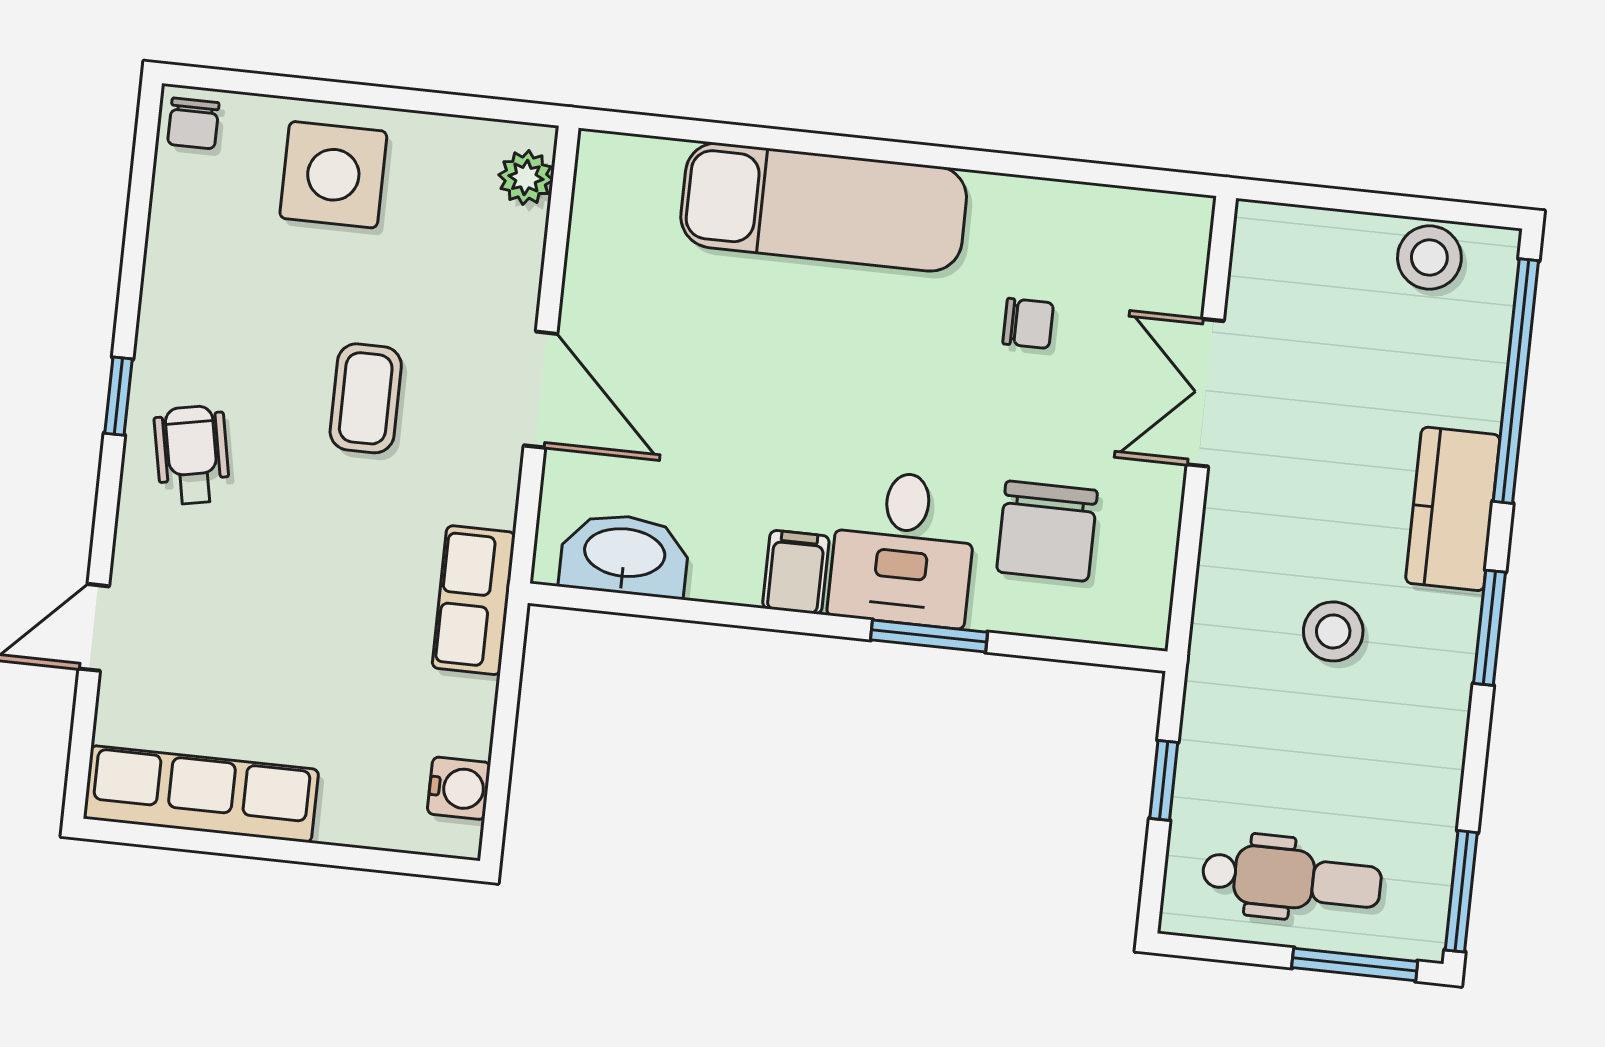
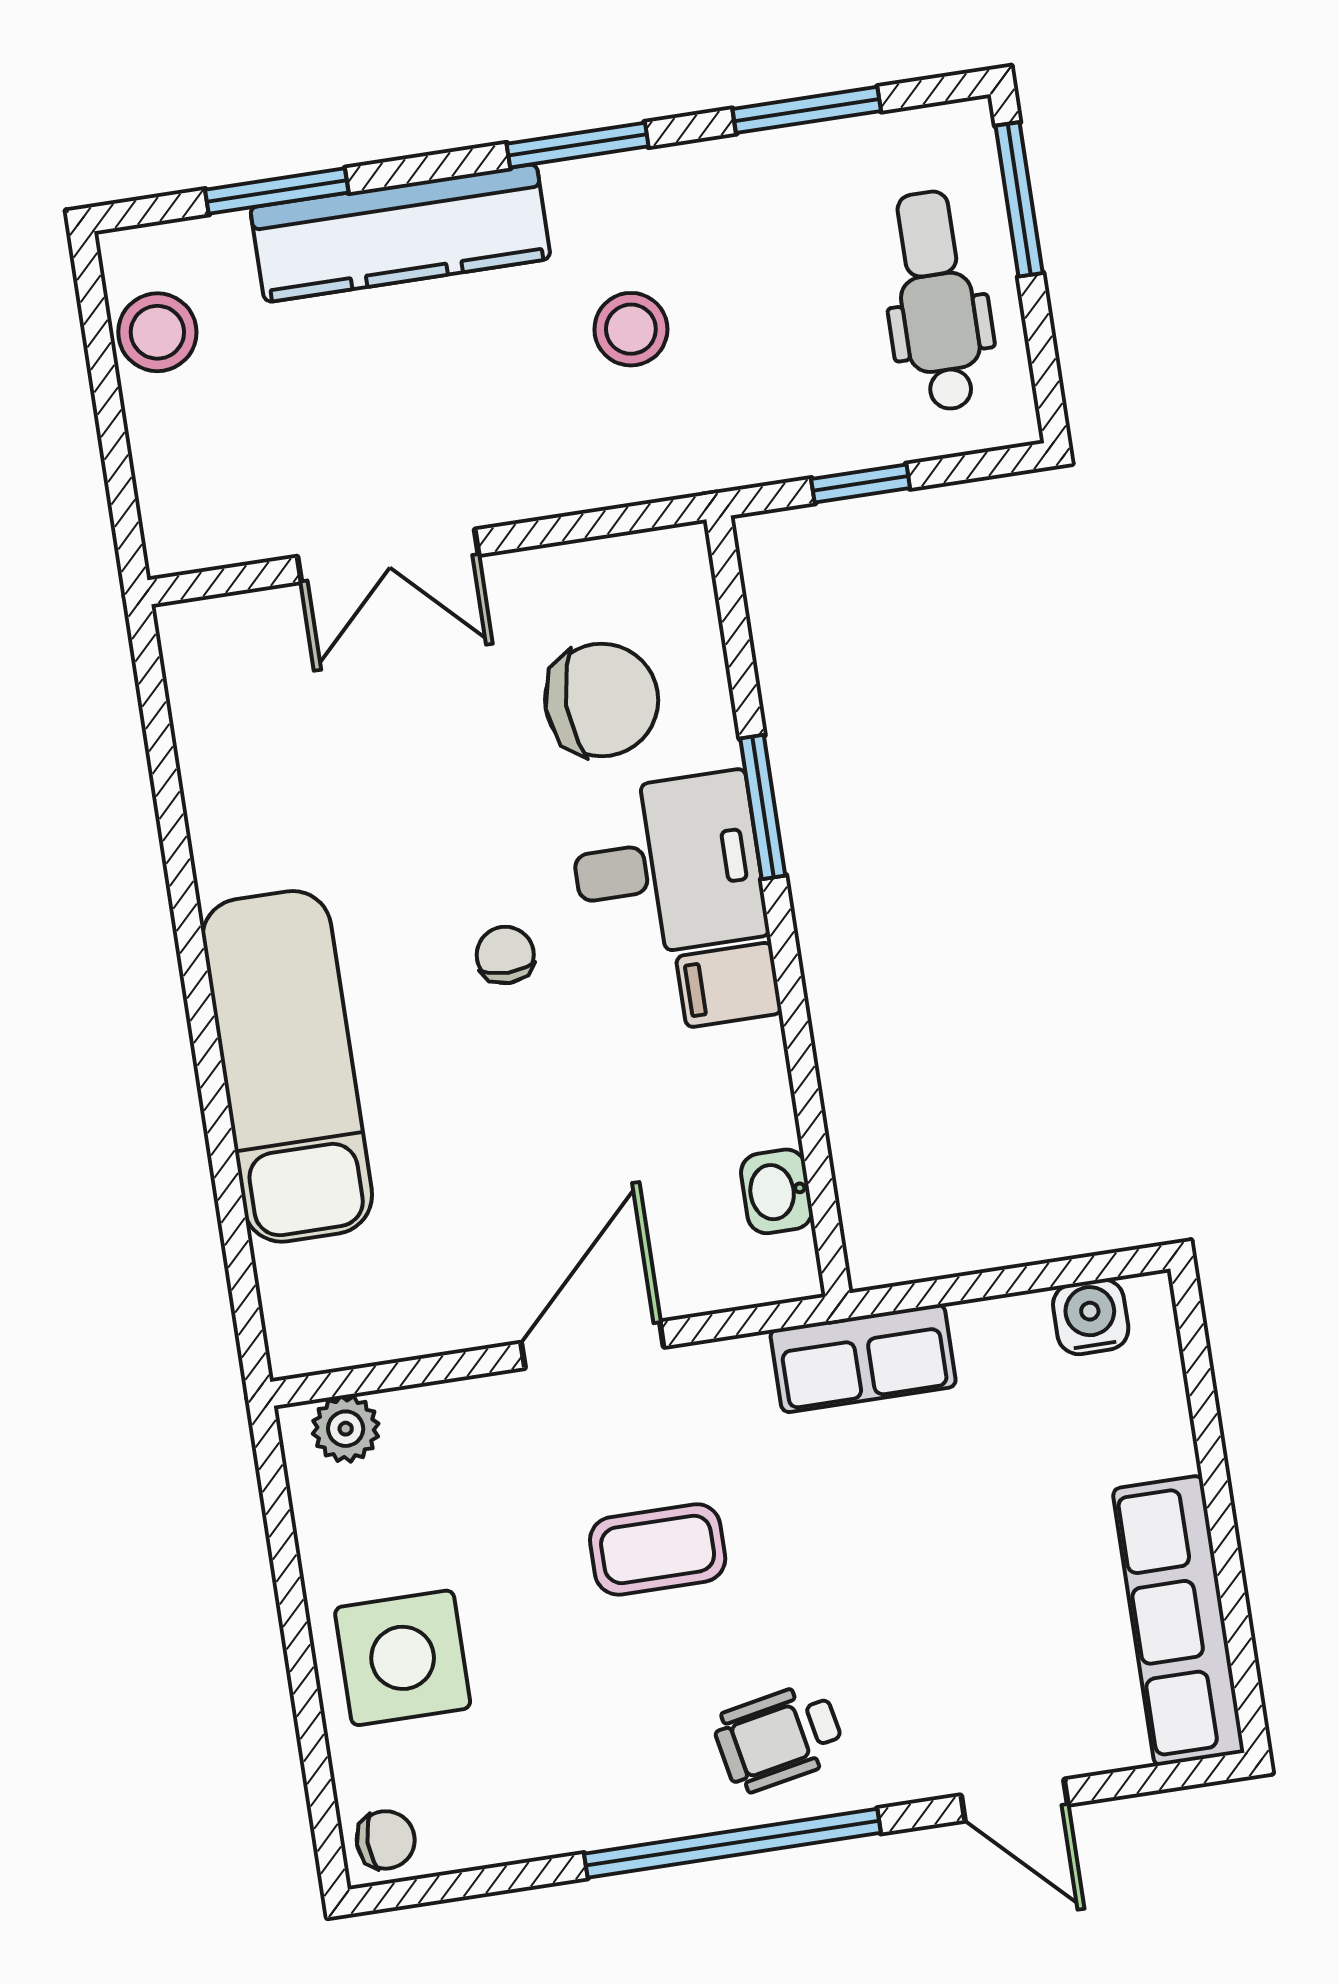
chair: (1028, 323) -> (505, 955), moved
window: (1516, 381) -> (277, 191), width x0.47
window: (119, 396) -> (732, 1843), width x3.17
kitchen counter: (1453, 509) -> (400, 233), width x1.50
washbasin: (624, 555) -> (777, 1191), width x0.52, depth x0.69
window: (1461, 891) -> (807, 110), moved

